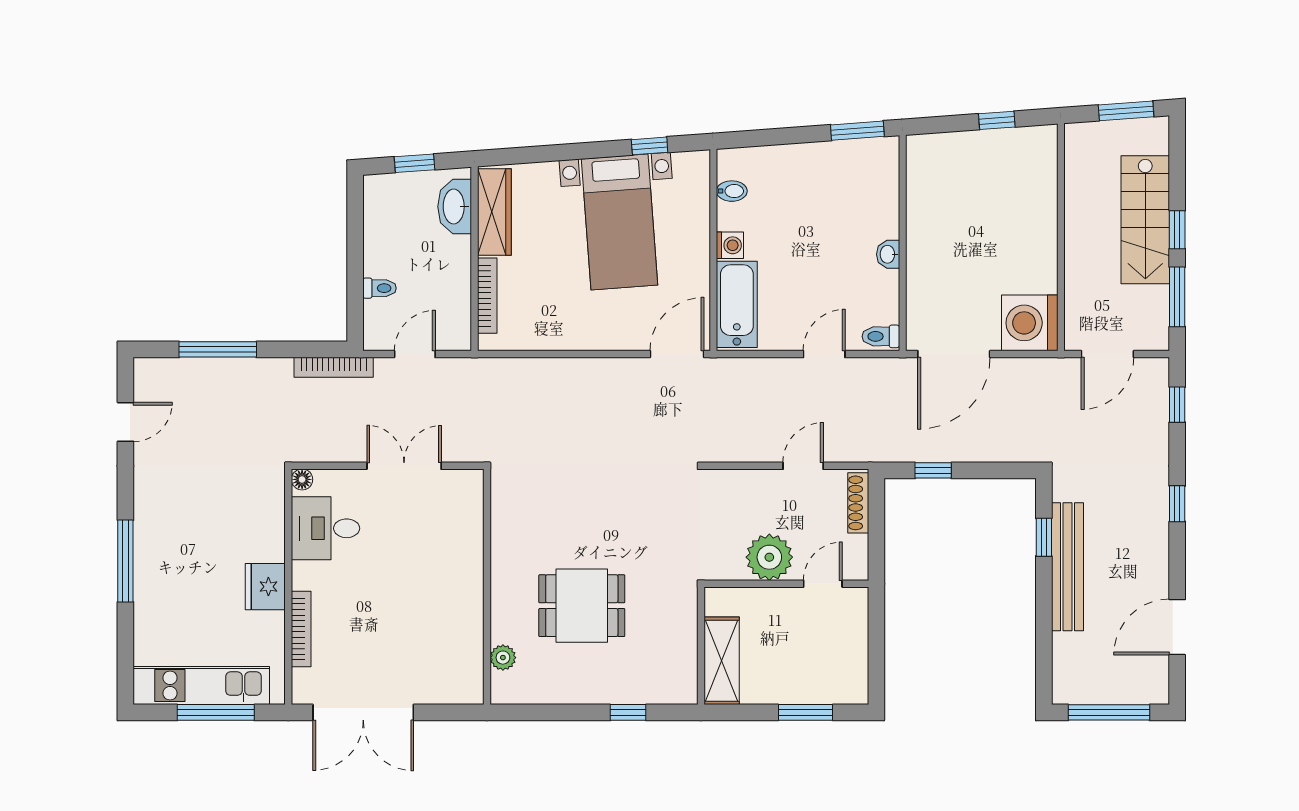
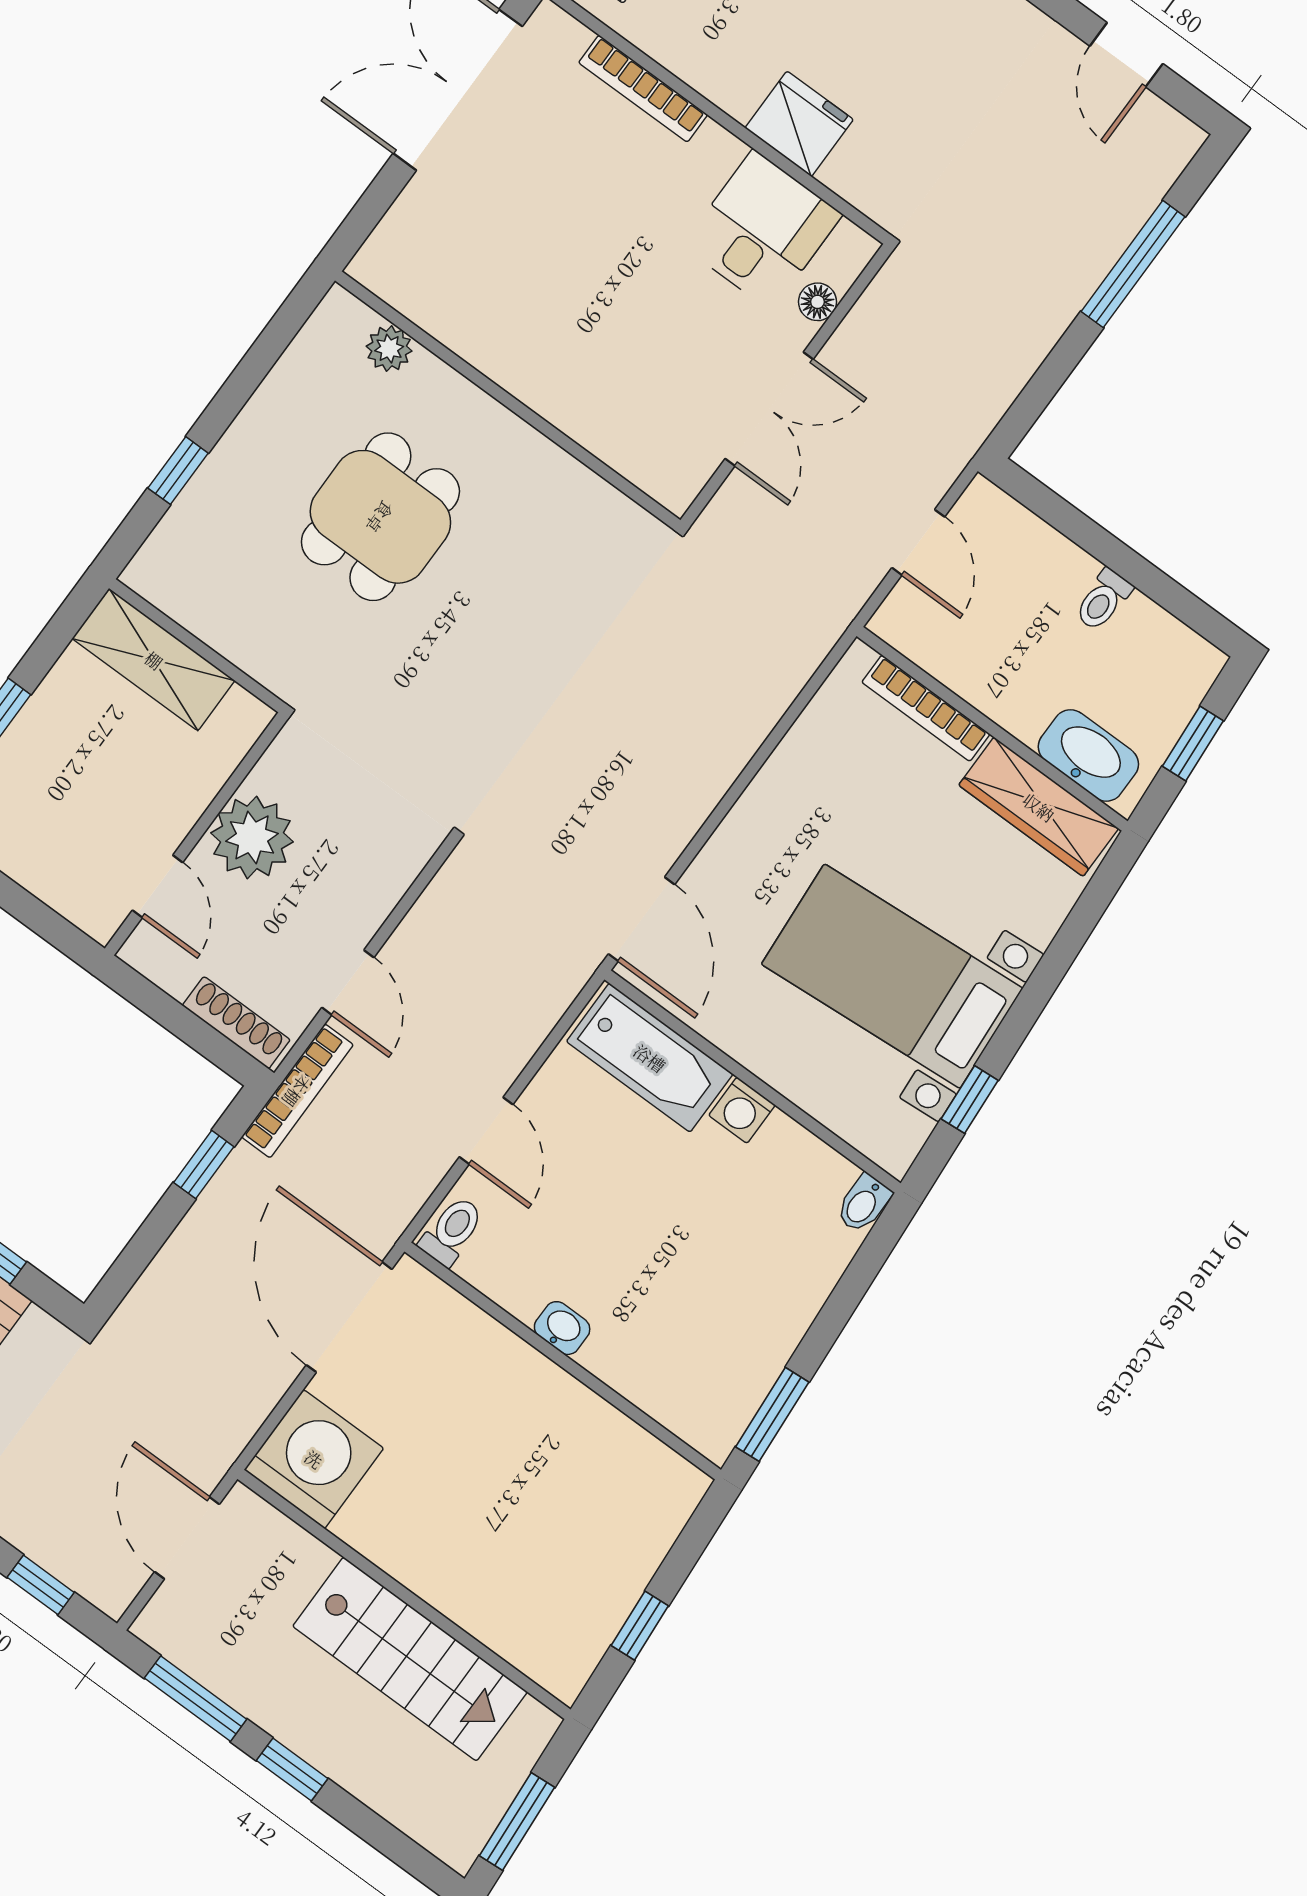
bidet: (732, 191) -> (863, 1204), moved
stairs: (1145, 220) -> (410, 1659), moved, turned 180
toilet: (379, 288) -> (1103, 600), moved
bookcase: (334, 367) -> (297, 1091), moved, turned 180
floor lamp: (302, 479) -> (817, 302), moved
fridge: (265, 587) -> (799, 124), moved

